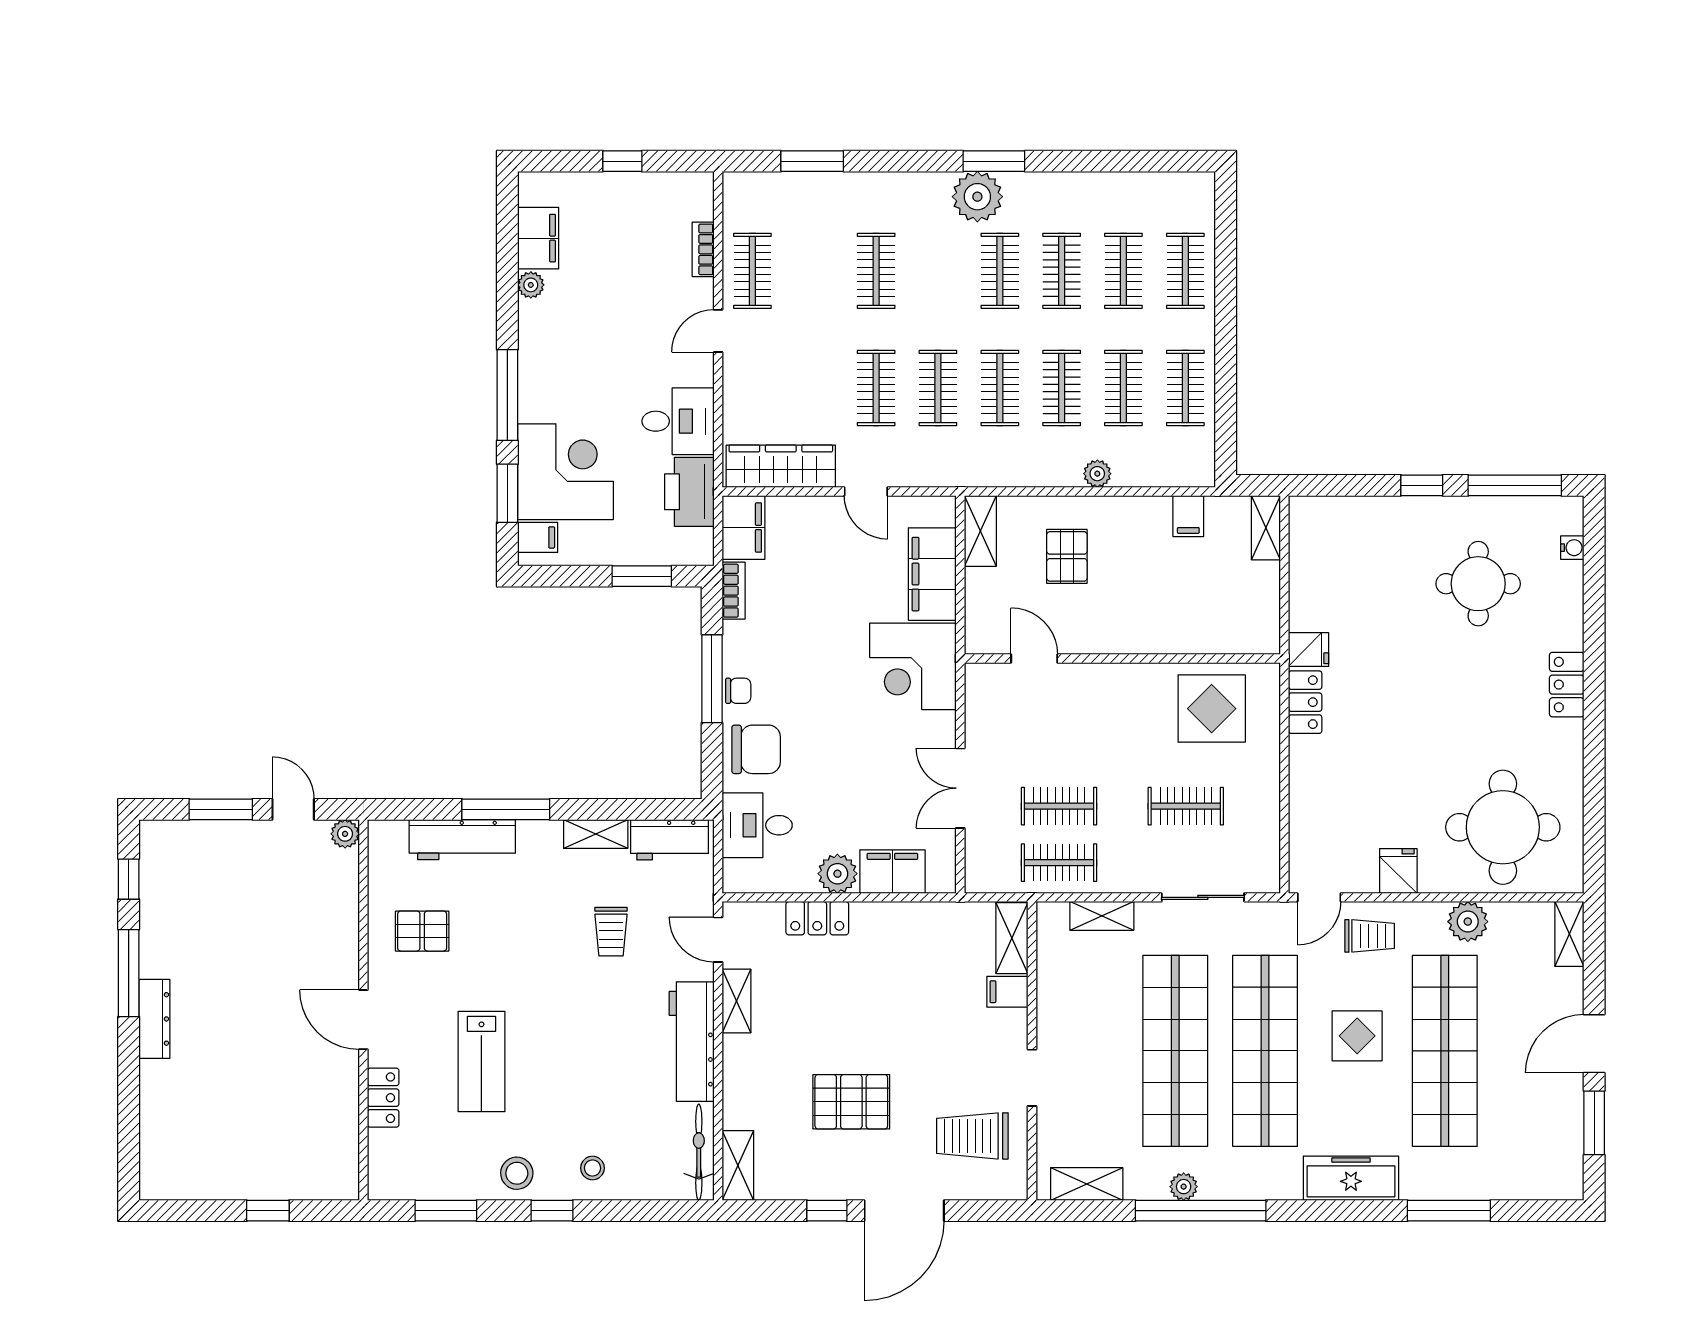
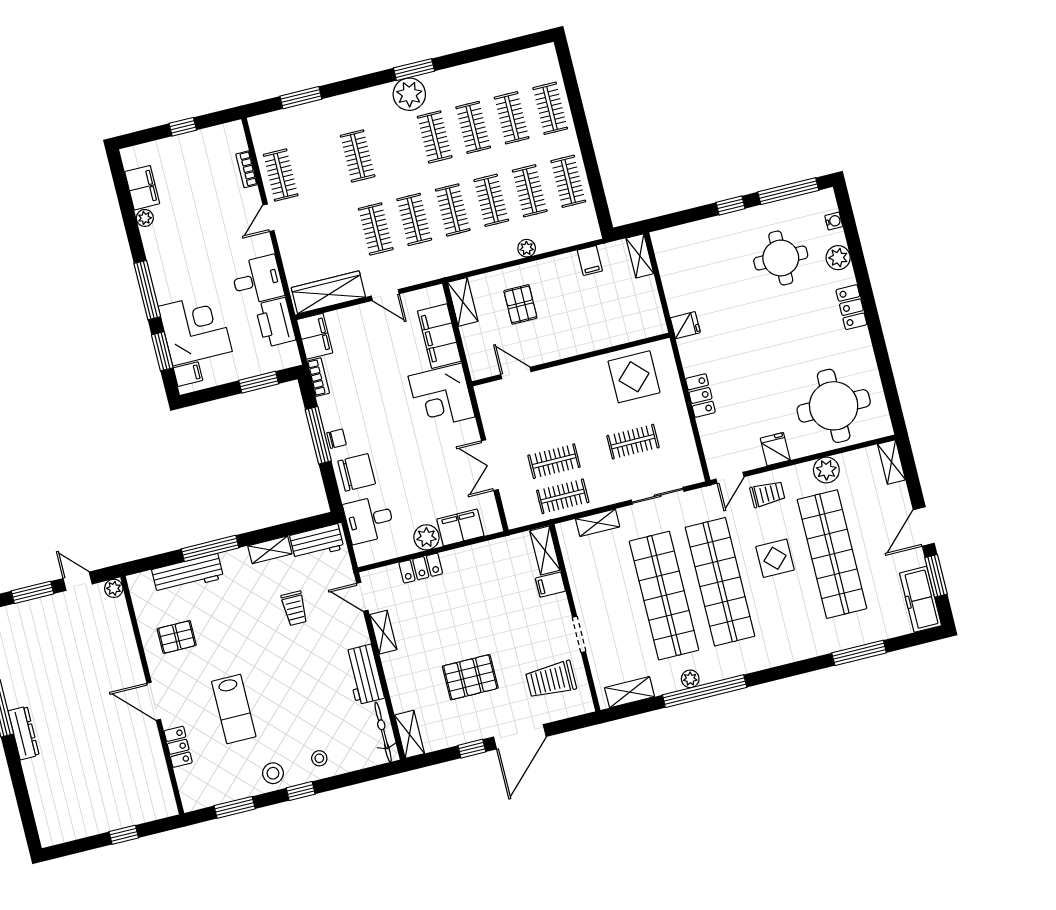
plant: (1565, 605) -> (838, 258), added
locker: (1305, 702) -> (700, 396), moved
workbench: (692, 1042) -> (364, 674), width x0.73
freezer: (1351, 1178) -> (920, 599), moved, turned -90

